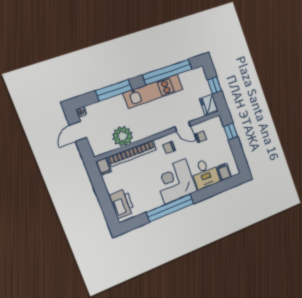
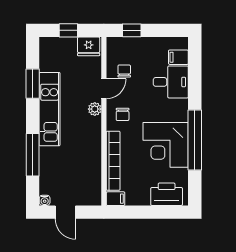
window: (167, 72) -> (33, 84), width x0.47
plant: (123, 136) -> (95, 109), moved, width x0.53, depth x0.53
corner desk: (175, 181) -> (166, 145), moved

